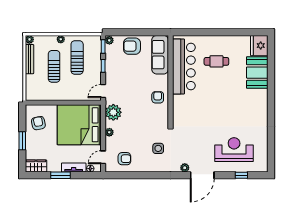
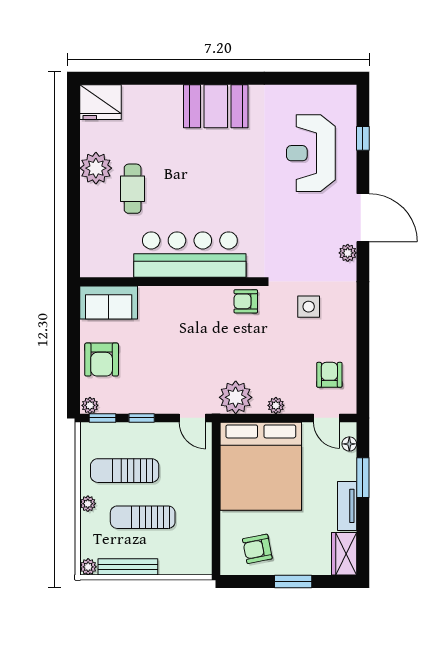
plant: (227, 43) -> (96, 168), added
sofa: (160, 55) -> (109, 303), width x0.73
bar counter: (184, 67) -> (190, 255), moved
booth: (257, 73) -> (216, 106), moved
armchair: (158, 97) -> (246, 301), moved
tv unit: (74, 167) -> (347, 506), moved
window: (60, 175) -> (363, 478), moved

